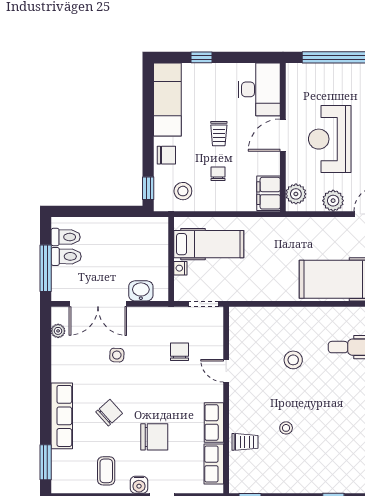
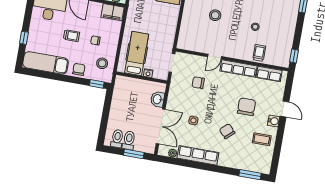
window: (46, 268) -> (134, 154), width x0.69
row of seats: (62, 416) -> (198, 155), moved
row of seats: (214, 422) -> (238, 68), width x1.48

